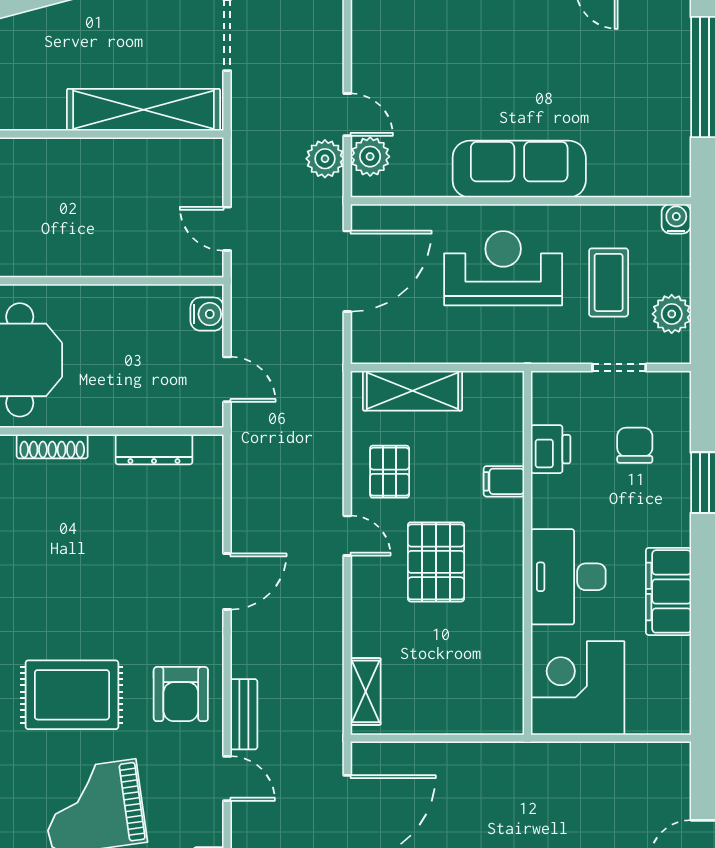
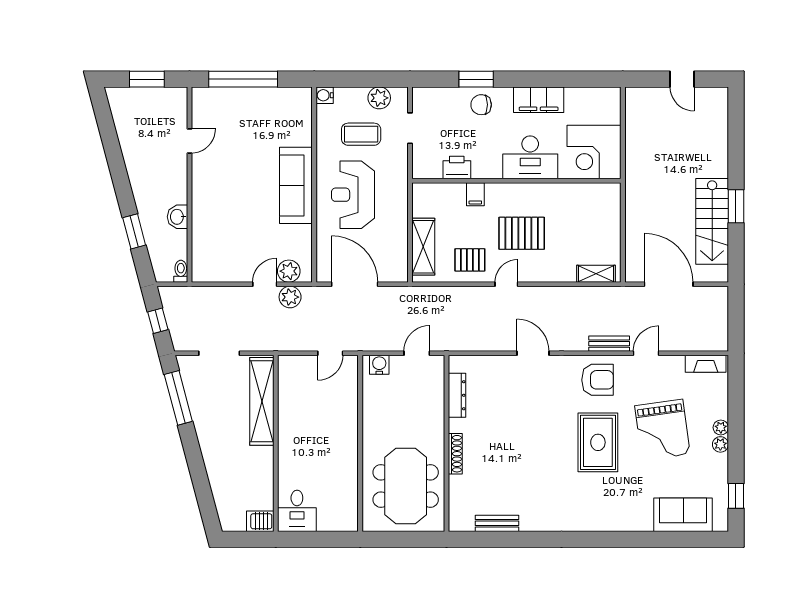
chair: (635, 445) -> (481, 105), moved

